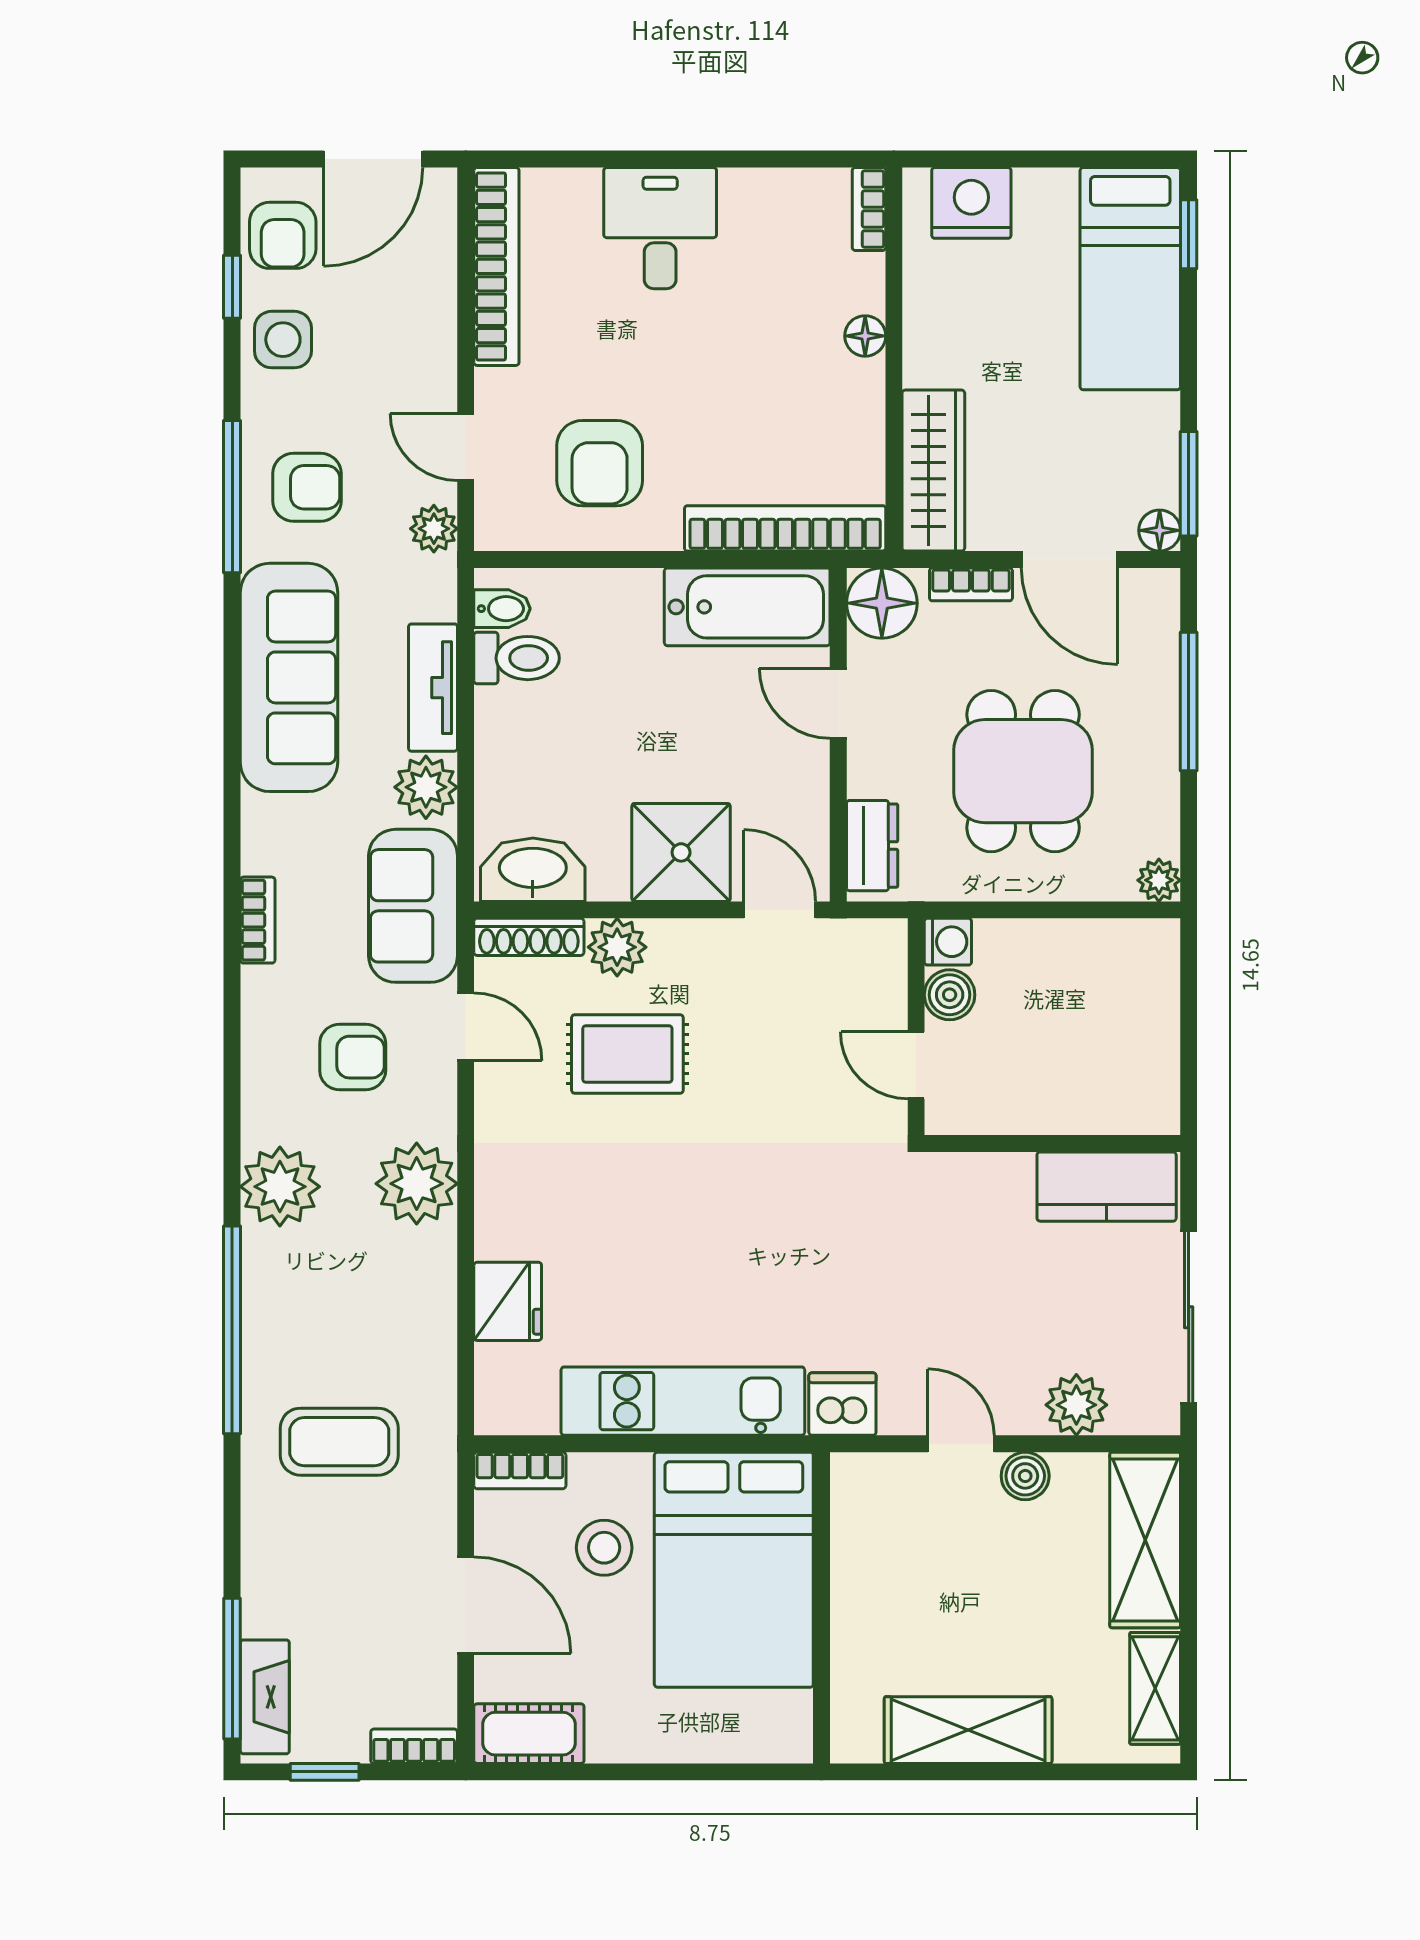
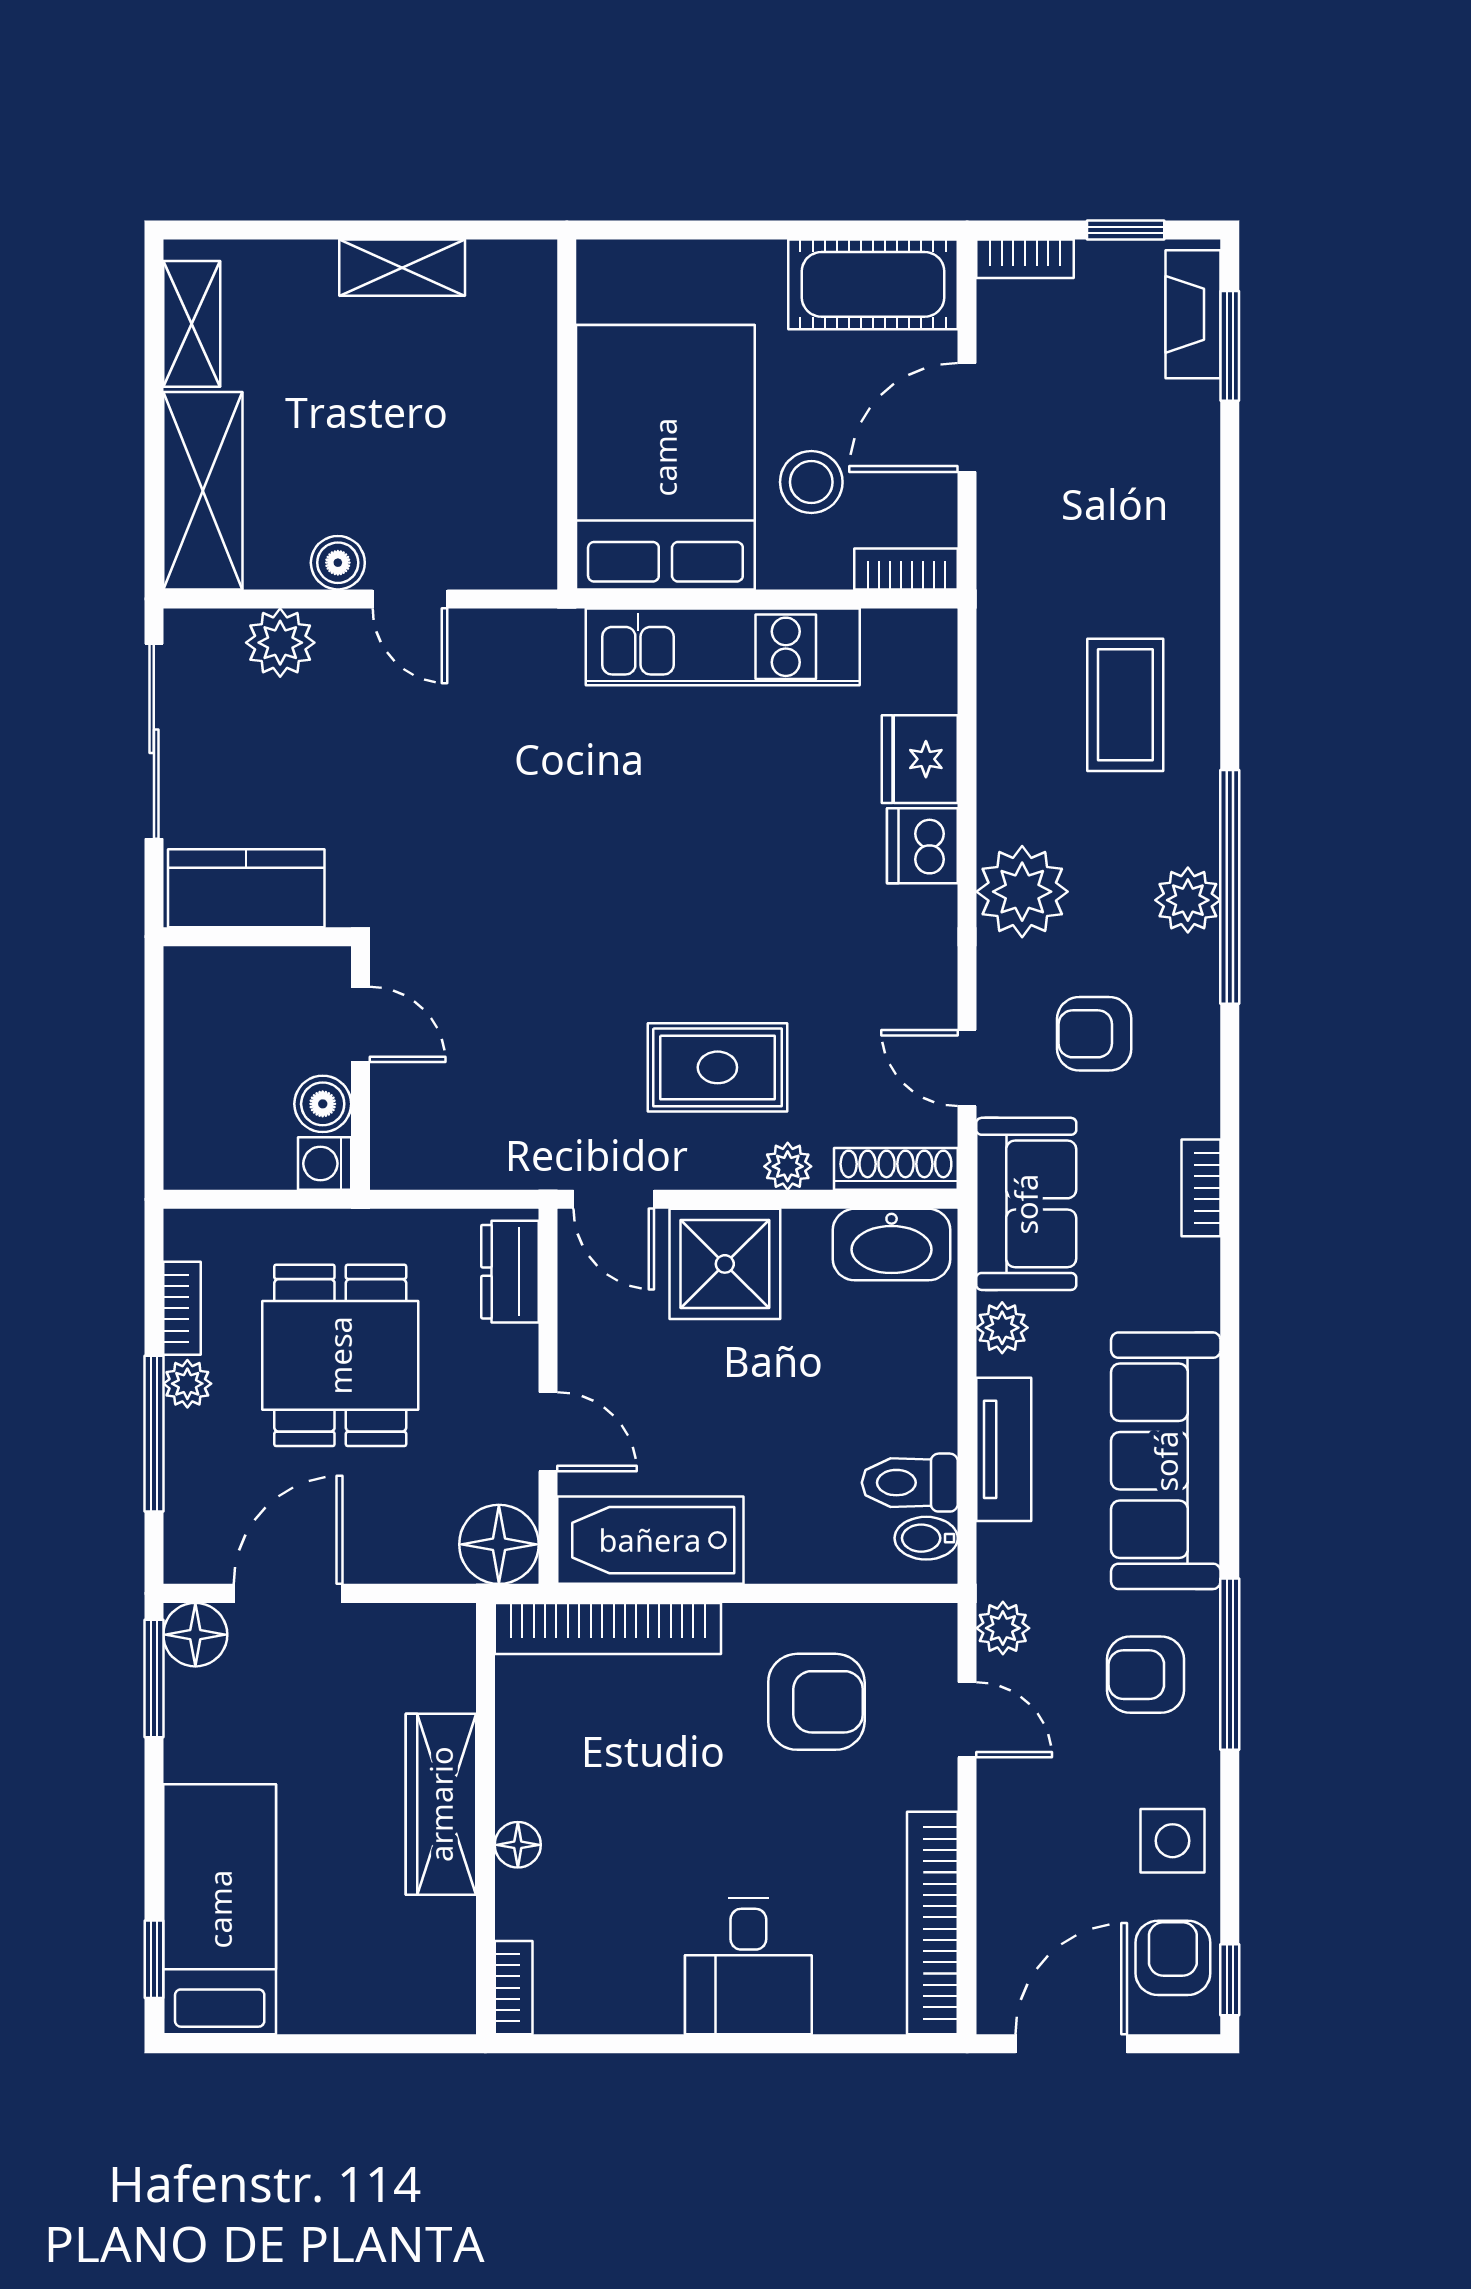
nightstand: (971, 203) -> (398, 1994), removed
window: (232, 287) -> (1230, 1980), moved
armchair: (600, 463) -> (816, 1702), turned 90
wardrobe: (933, 471) -> (441, 1804), moved
floor lamp: (1160, 530) -> (195, 1635), width x1.37, depth x1.37
door: (1069, 560) -> (288, 1593), hinge flipped
bookcase: (971, 584) -> (182, 1308), moved, turned 90
plant: (426, 787) -> (1002, 1328), width x0.73, depth x0.73
plant: (1159, 880) -> (187, 1384), moved
washing machine: (948, 942) -> (325, 1164), moved
plant: (617, 947) -> (788, 1166), width x0.73, depth x0.73
boiler: (950, 995) -> (323, 1104), moved
wall: (916, 1027) -> (360, 1068), moved
rug: (627, 1054) -> (717, 1067), moved
door: (916, 1065) -> (360, 1024), moved
plant: (280, 1187) -> (1188, 900), width x0.73, depth x0.73
window: (232, 1330) -> (1230, 887), moved
dishwasher: (842, 1404) -> (922, 846), moved, turned 90
coffee table: (339, 1442) -> (1125, 705), moved, turned 90
door: (466, 1605) -> (967, 417), hinge flipped
window: (232, 1669) -> (1230, 346), width x0.69
shelving: (968, 1730) -> (402, 268), width x0.67, depth x0.75
cot: (529, 1734) -> (873, 284), width x1.37, depth x1.34

